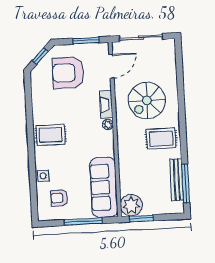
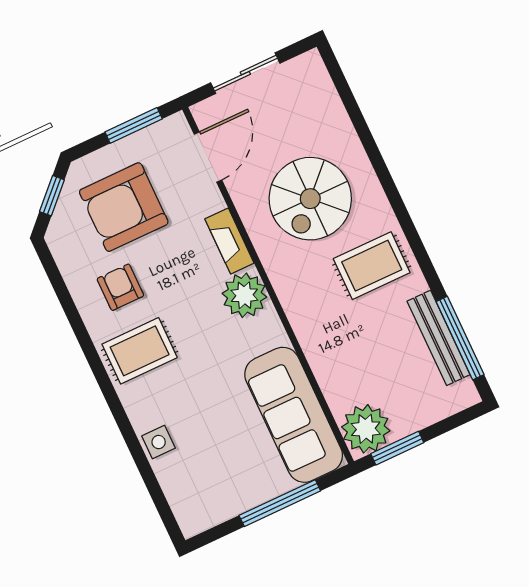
sliding door: (141, 38) -> (245, 73), width x0.73
plant: (108, 125) -> (244, 295), width x1.88, depth x1.88
armchair: (59, 198) -> (120, 287), moved, turned 90

